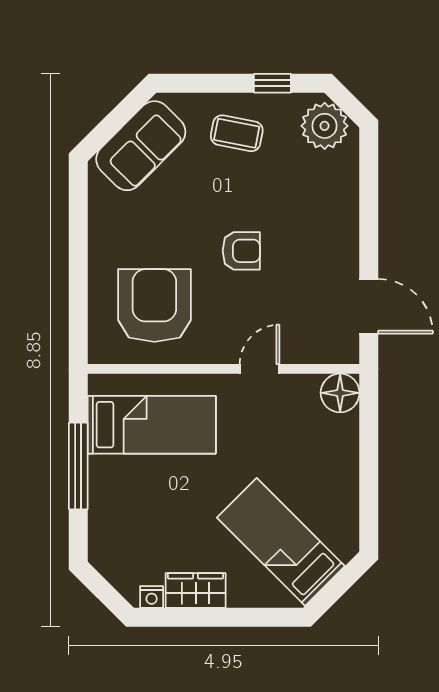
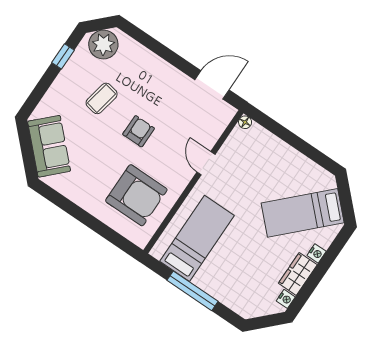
coffee table: (237, 133) -> (102, 98), moved
armchair: (154, 305) -> (136, 195), turned 180
floor lamp: (340, 393) -> (245, 122), width x0.53, depth x0.53
nightstand: (240, 597) -> (317, 253), added

